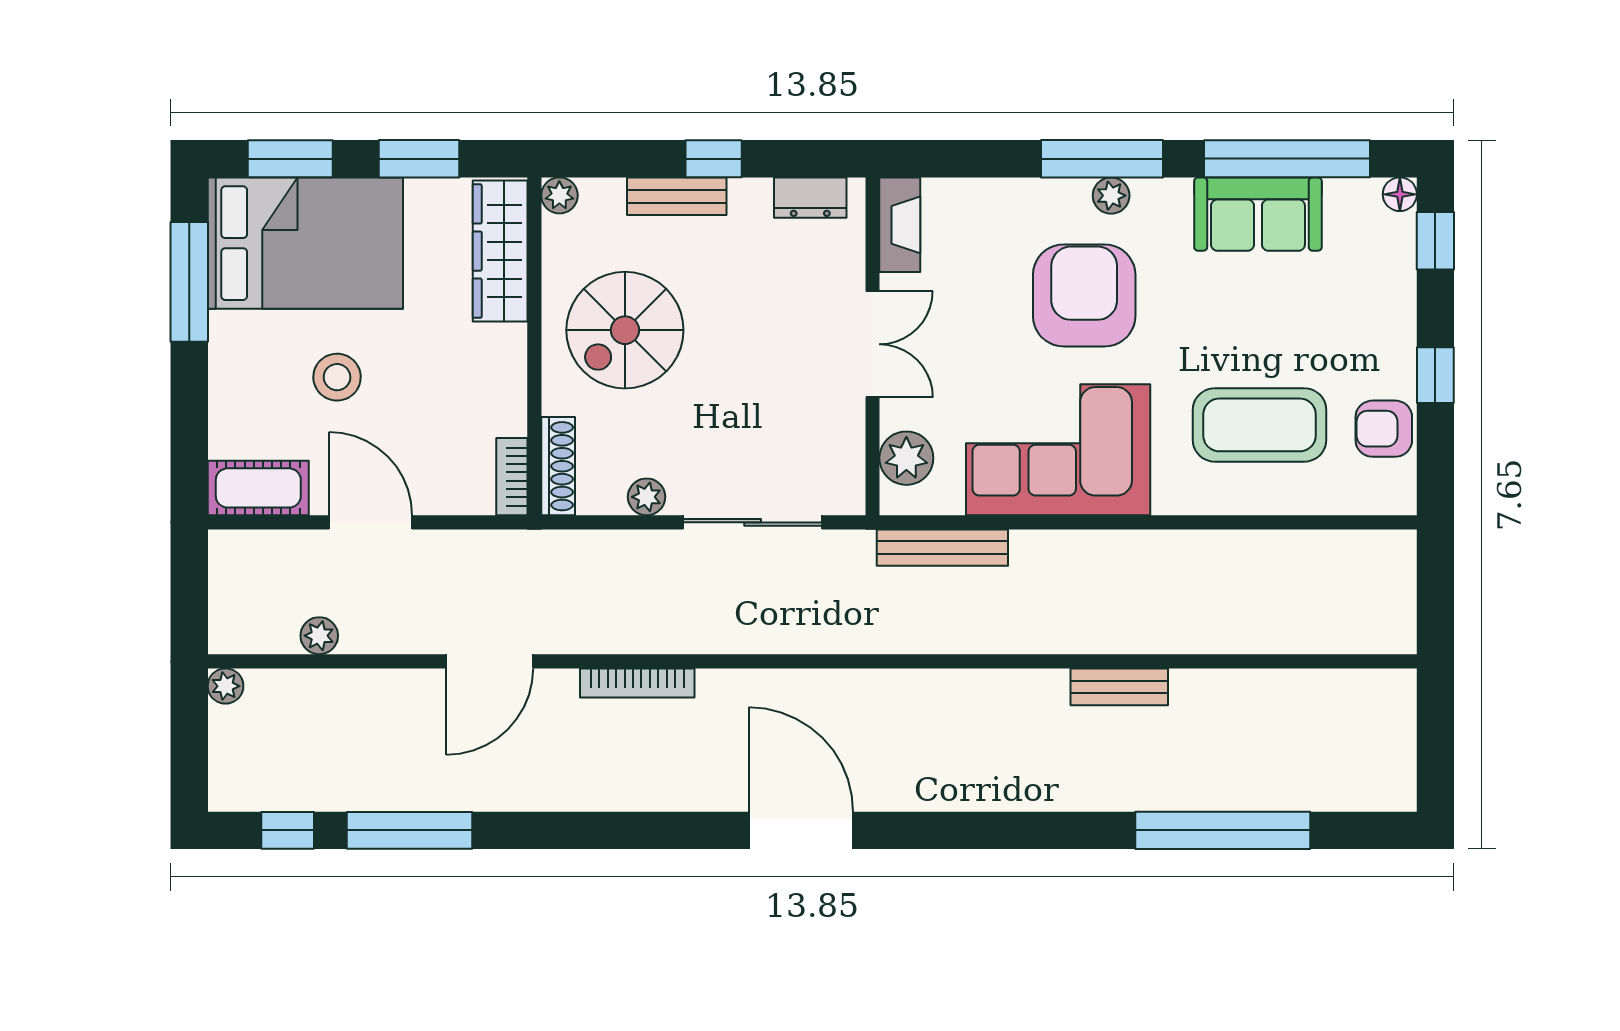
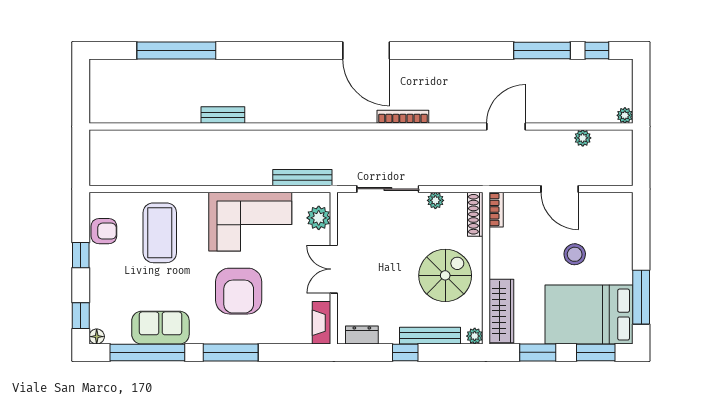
bench: (677, 196) -> (430, 336), width x1.36
plant: (1111, 196) -> (227, 336), removed
coffee table: (1260, 425) -> (160, 233), turned 90
cot: (258, 488) -> (610, 204), removed
bookcase: (637, 683) -> (403, 117), moved

